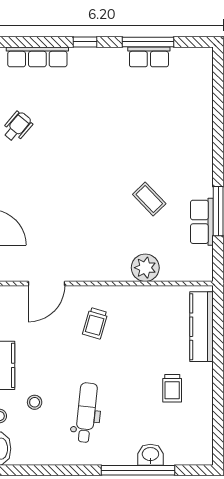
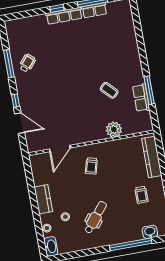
row of seats: (37, 57) -> (64, 16), moved
dental chair: (86, 413) -> (96, 217), turned 33
washbasin: (150, 455) -> (150, 232), moved

